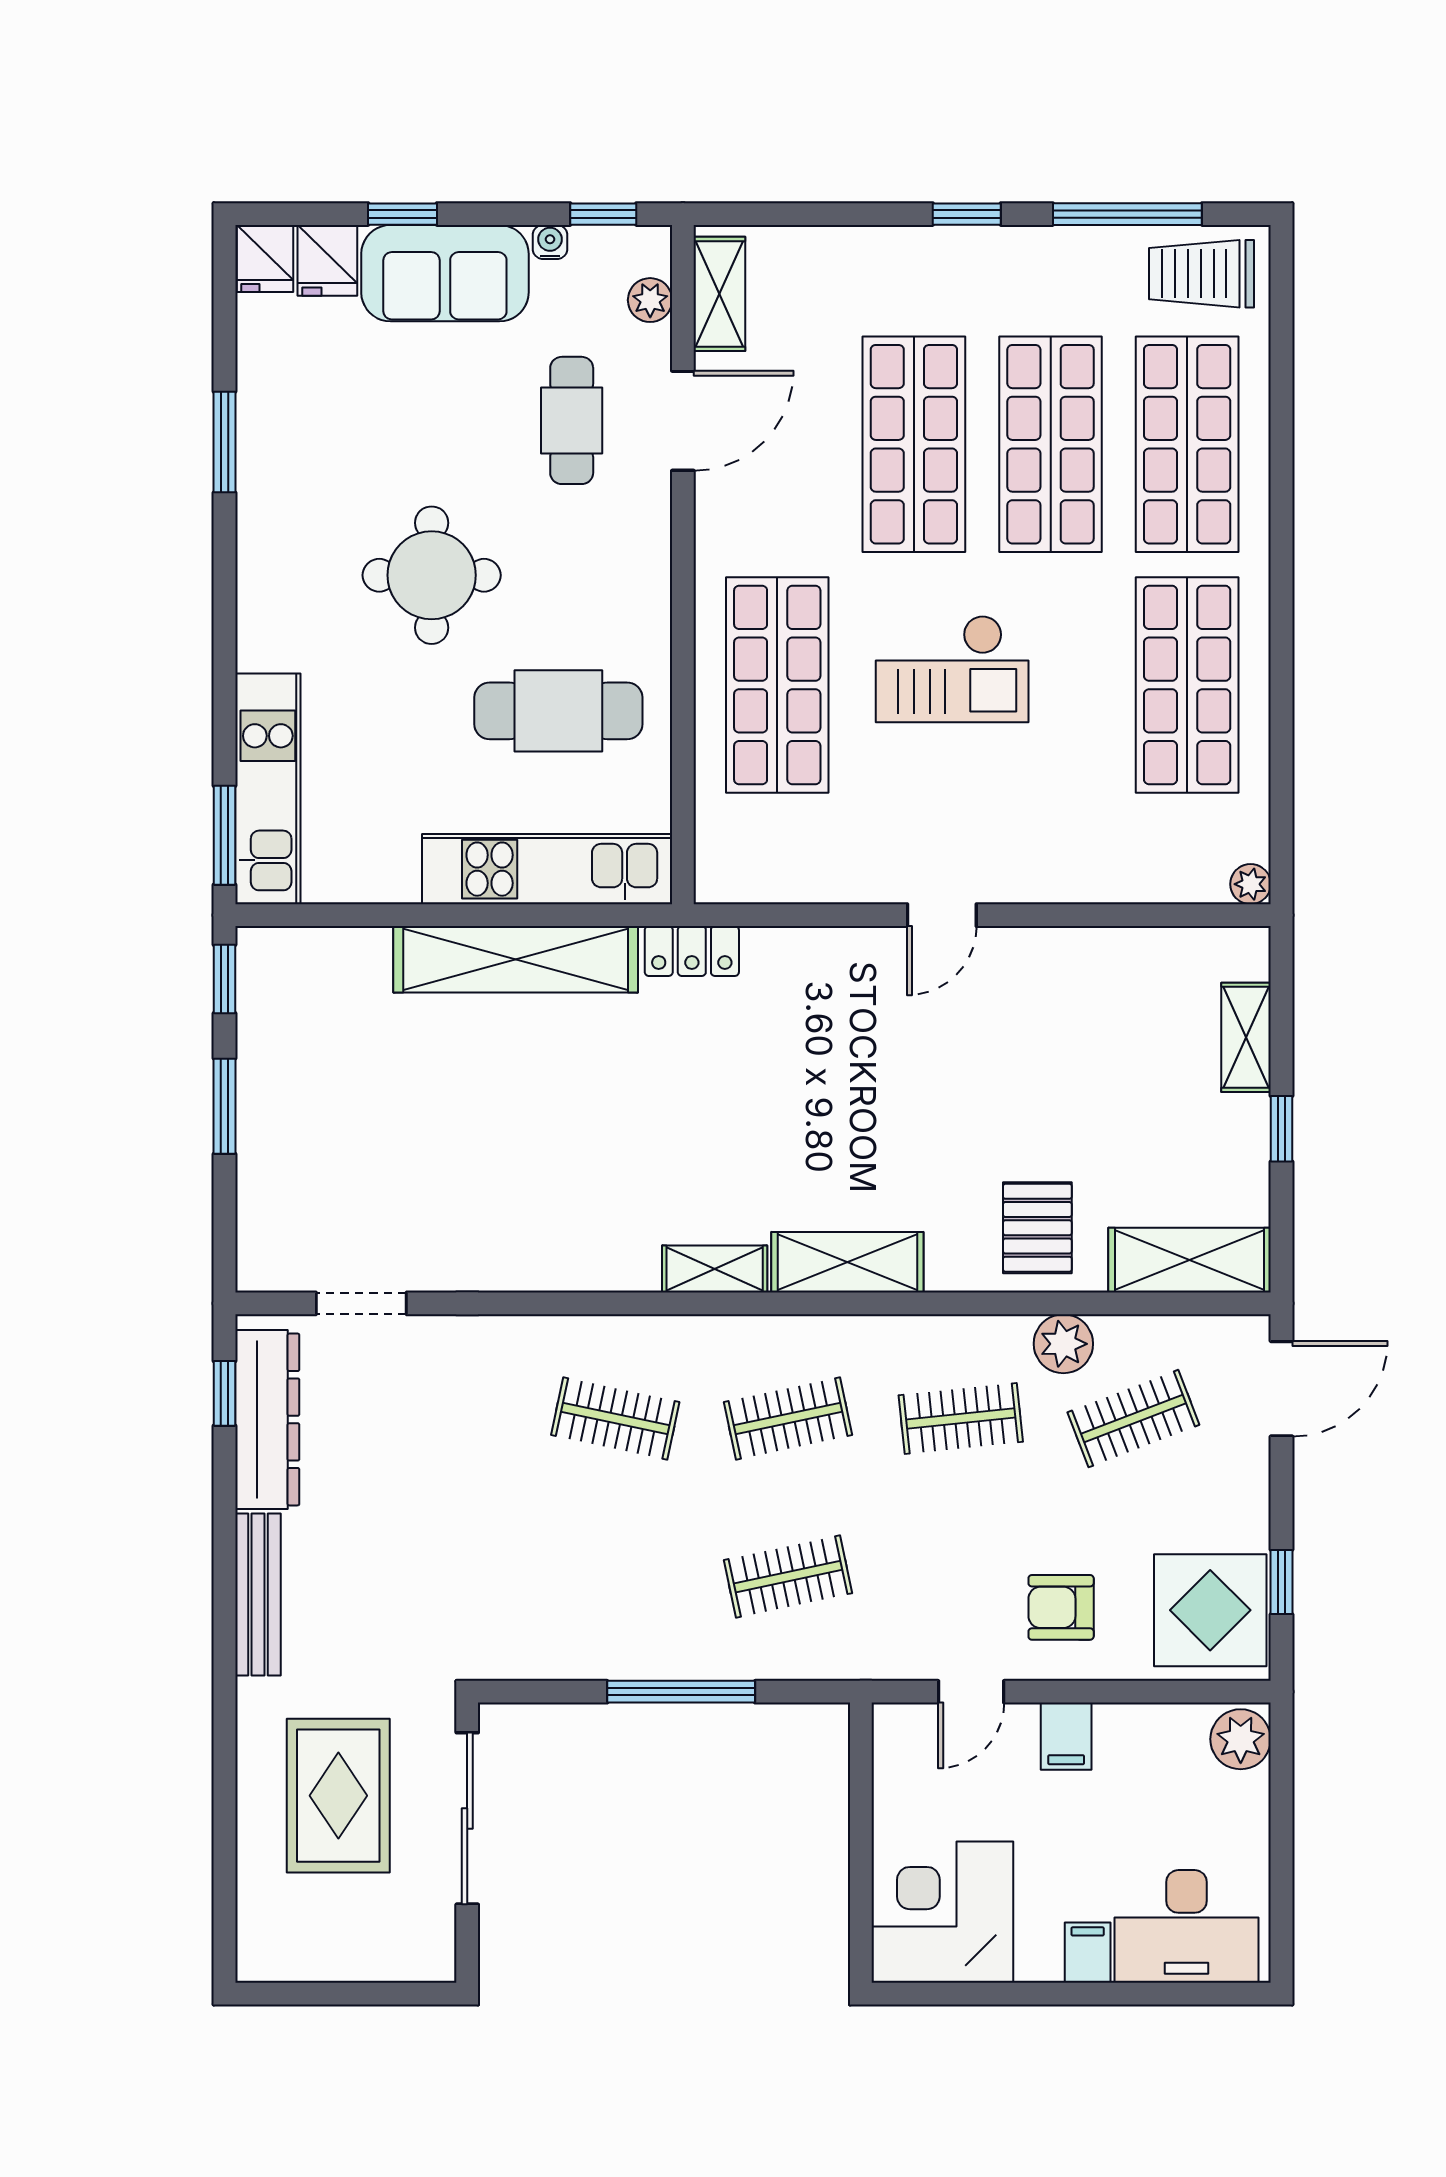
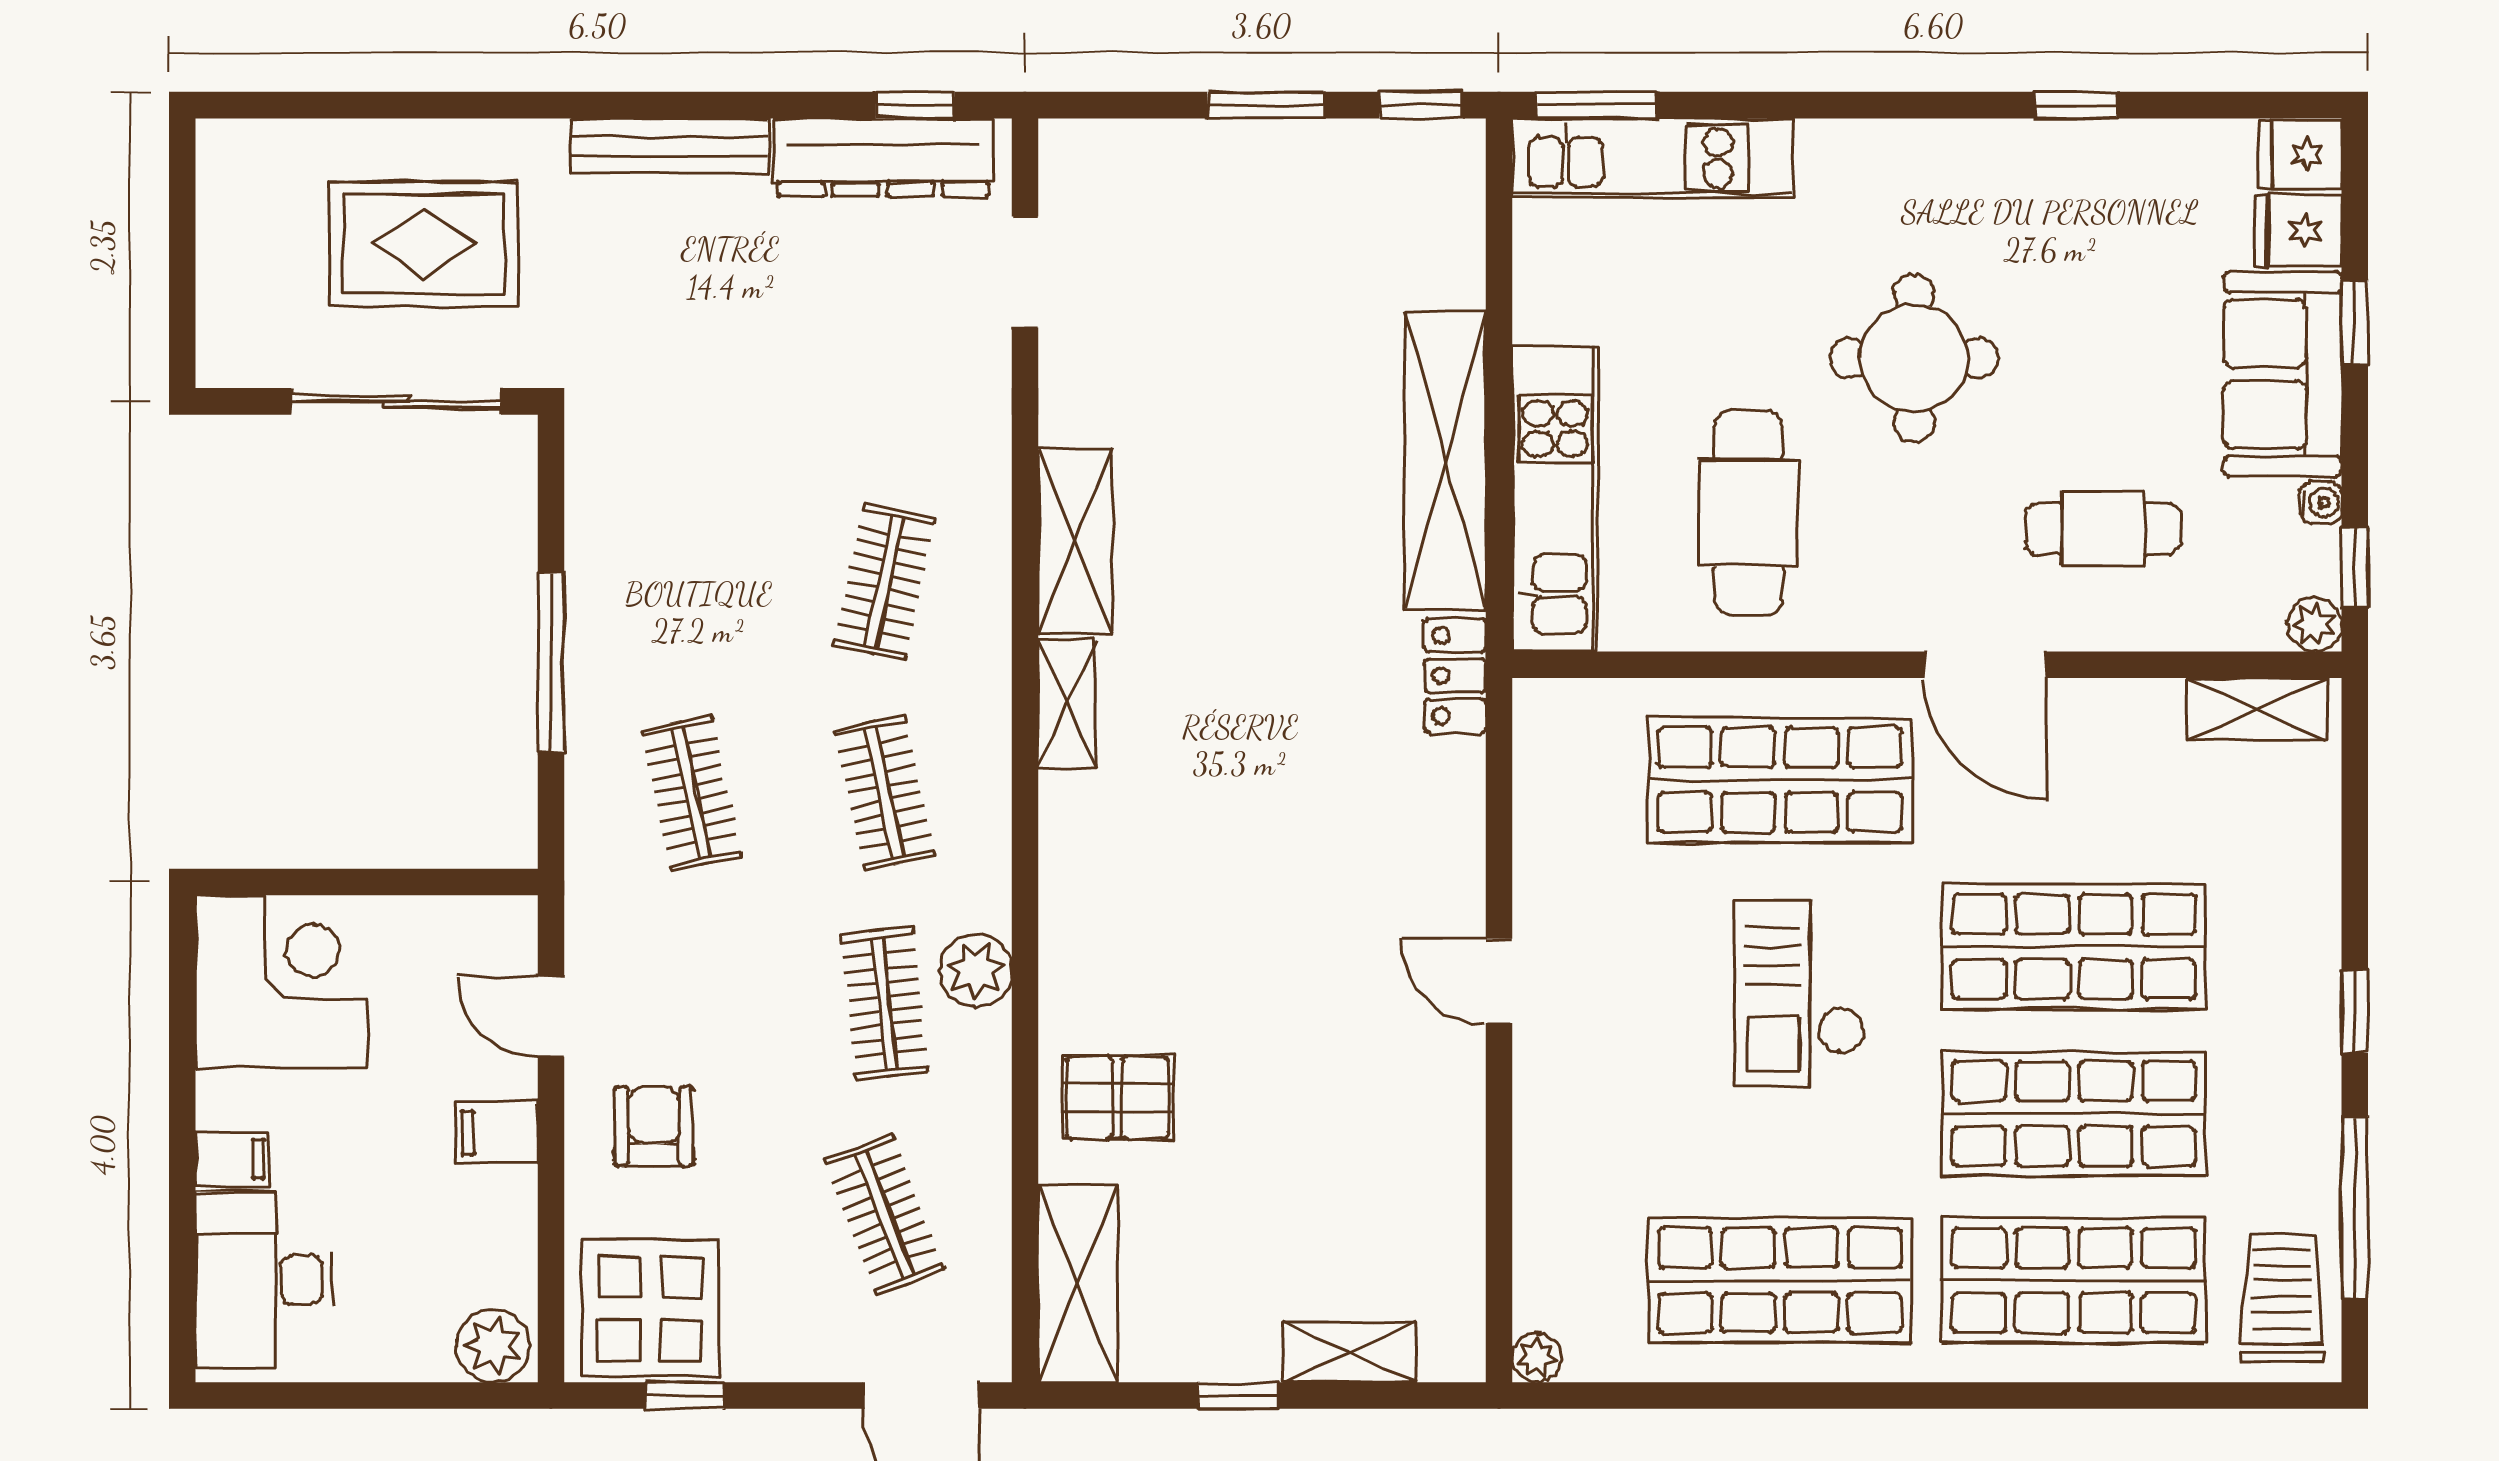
plant: (650, 300) -> (2315, 625), moved
door: (683, 421) -> (1985, 665), moved
window: (225, 442) -> (2076, 105), width x0.67
shelving: (847, 1262) -> (1075, 541), moved
plant: (1063, 1344) -> (976, 970), moved

